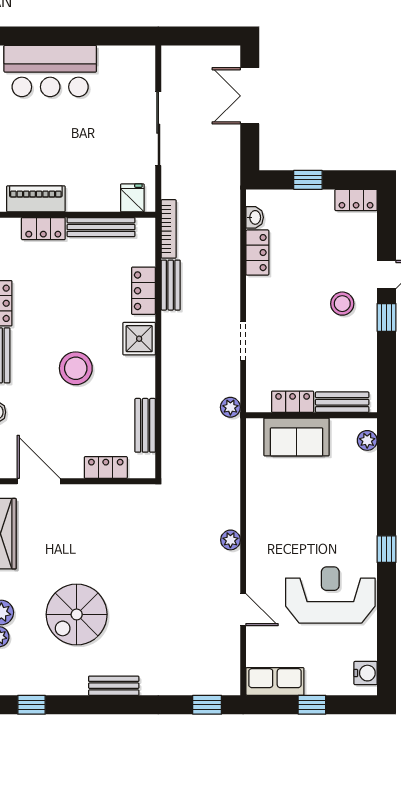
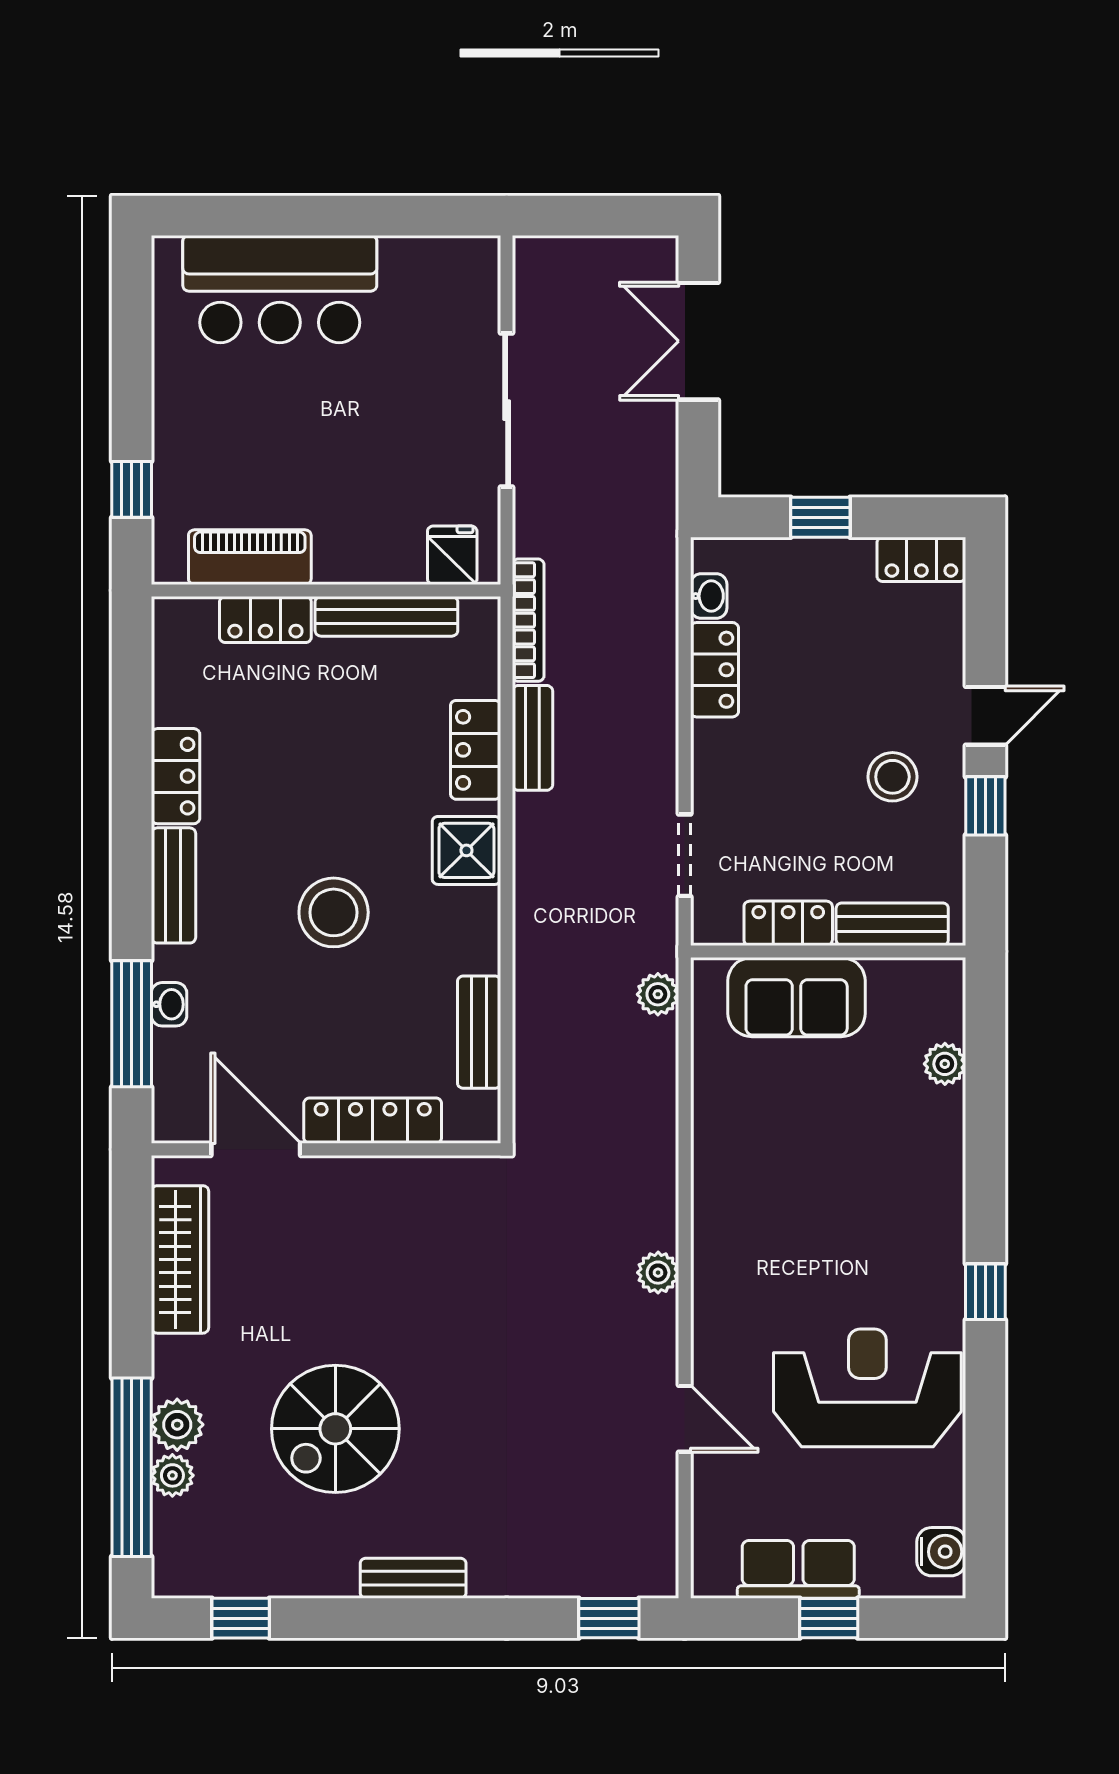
locker: (293, 402) -> (788, 923), moved
bench: (342, 402) -> (892, 924), moved
wall: (312, 415) -> (828, 951), moved
sofa: (297, 437) -> (797, 997), moved
locker: (106, 468) -> (373, 1121), width x1.53
row of seats: (275, 681) -> (798, 1569), moved

